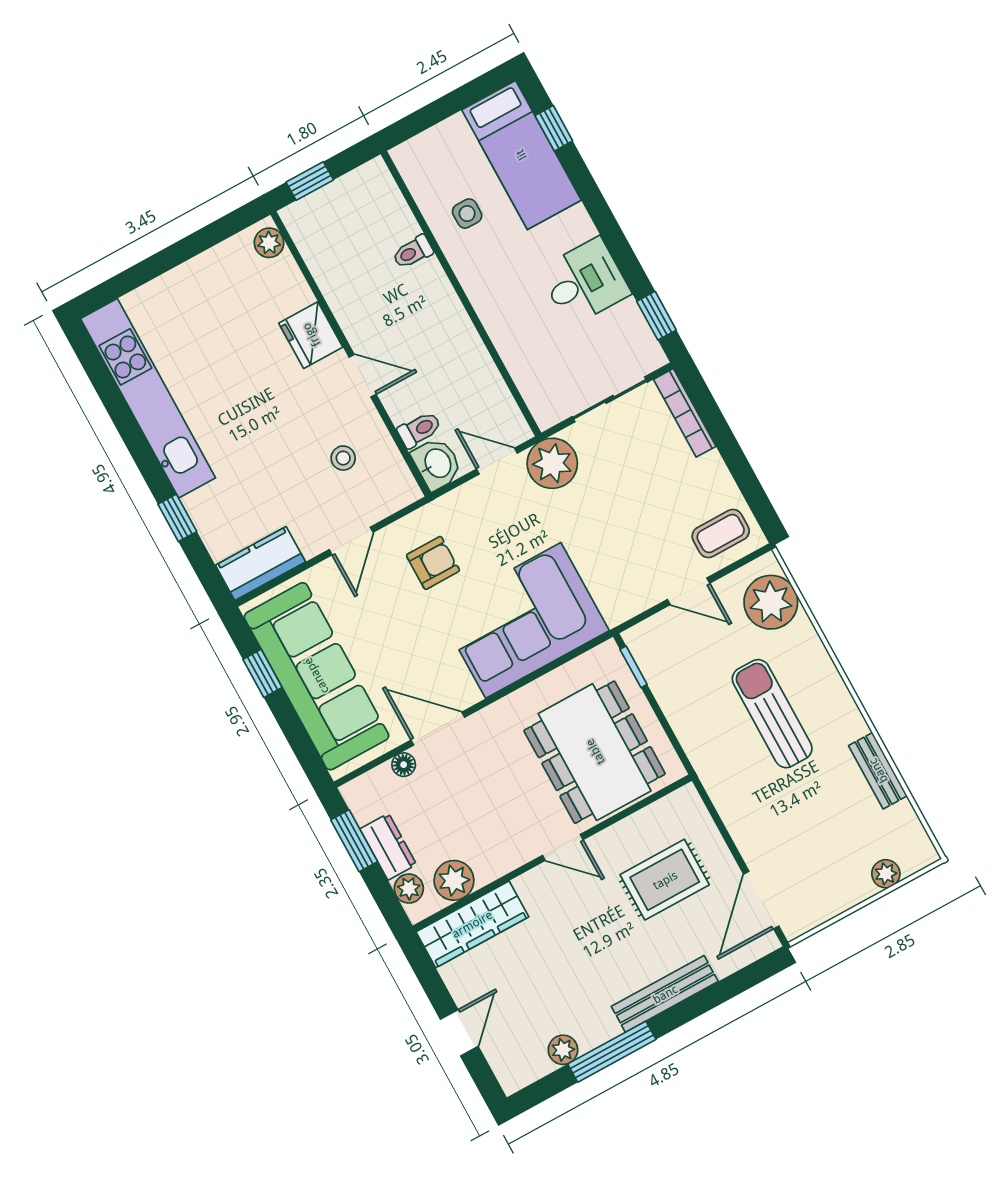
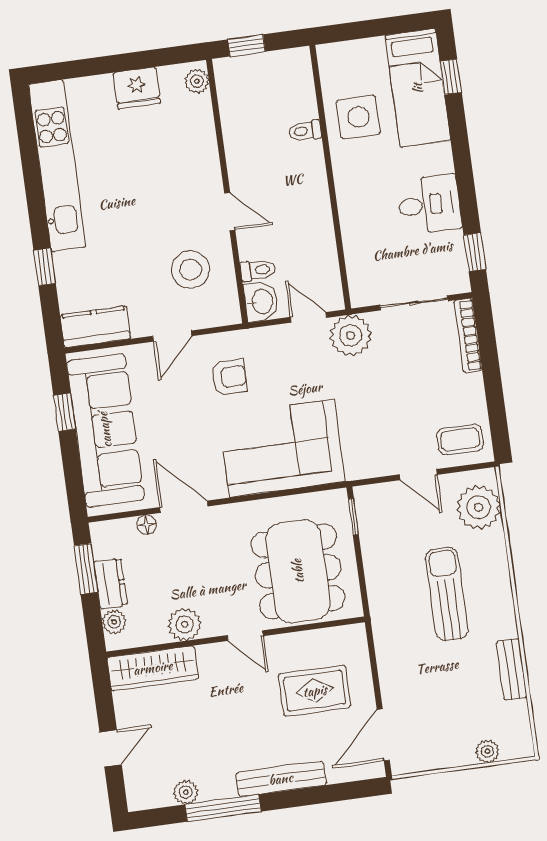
side table: (467, 214) -> (359, 117), width x1.87, depth x1.87
fridge: (311, 335) -> (137, 88), moved, turned -90
stool: (343, 458) -> (190, 270), width x1.89, depth x1.89
plant: (454, 880) -> (185, 624), moved

